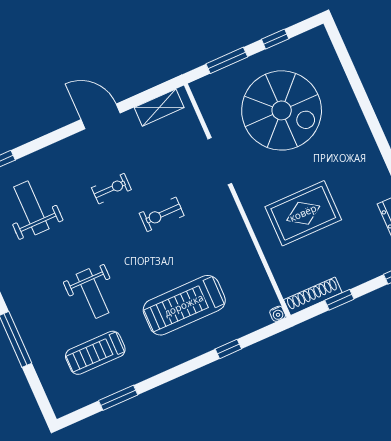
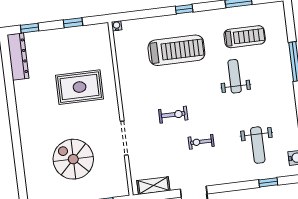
spiral stairs: (282, 110) -> (73, 159), width x0.73, depth x0.73
shoe rack: (313, 296) -> (90, 30), removed
window: (228, 349) -> (184, 9), moved

